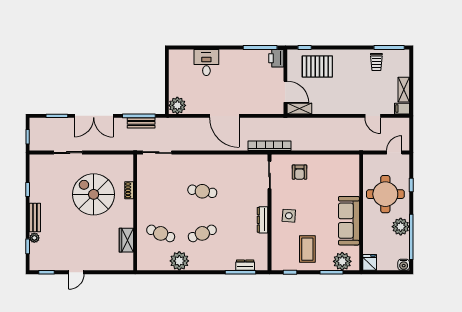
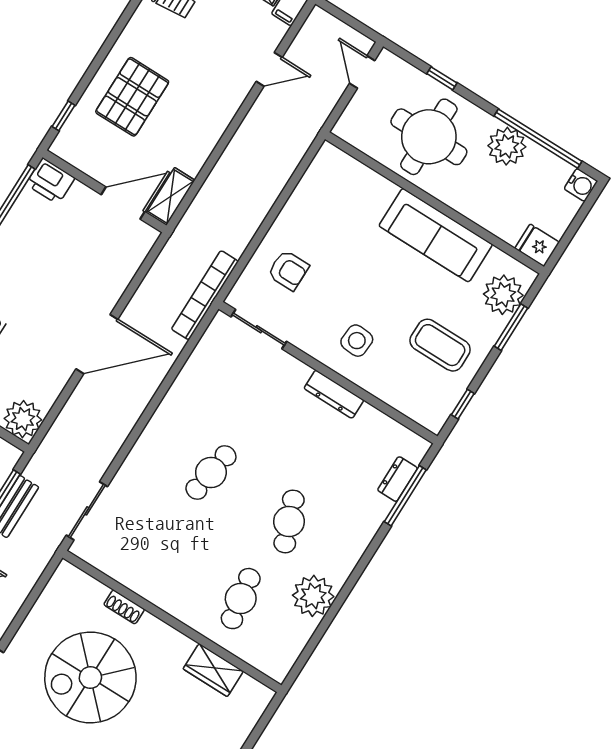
pallet: (317, 66) -> (132, 97), moved
cafe table: (161, 233) -> (241, 599), turned -30

